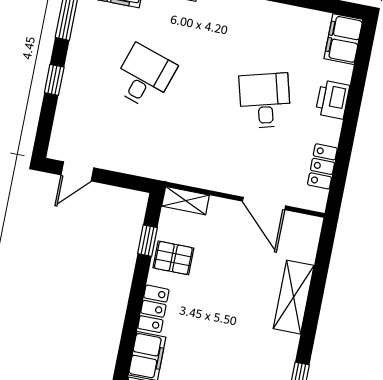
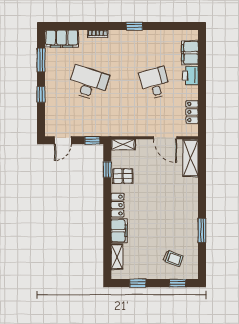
filing cabinet: (343, 39) -> (190, 53), moved
desk: (144, 77) -> (88, 83), width x1.37
window: (131, 182) -> (92, 140), added
shelving: (294, 297) -> (191, 158), moved

